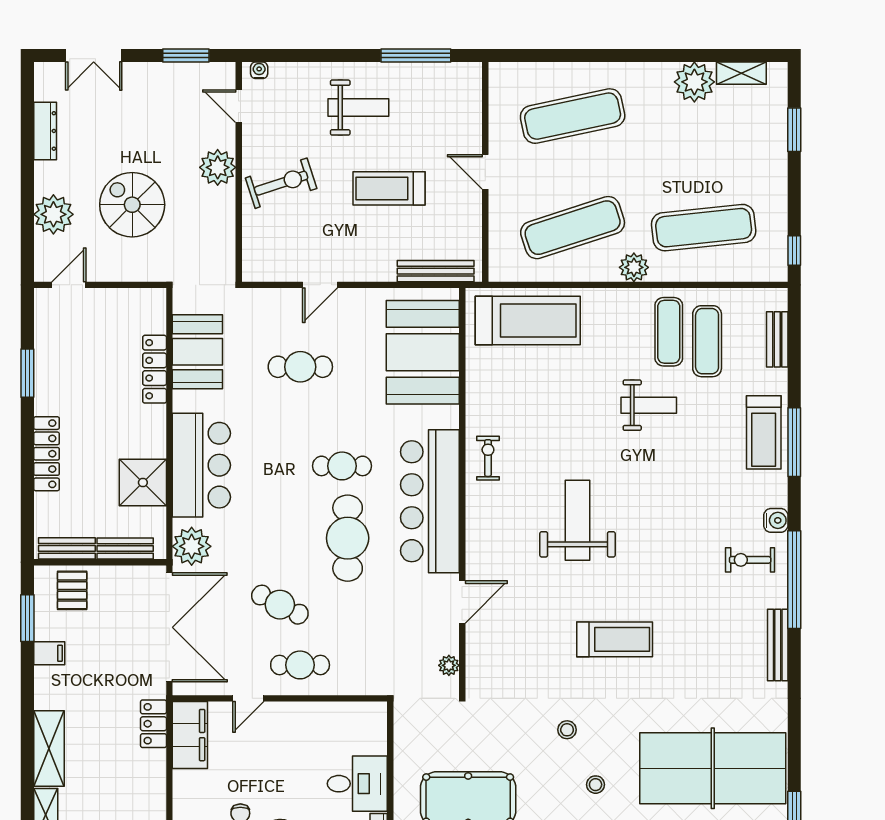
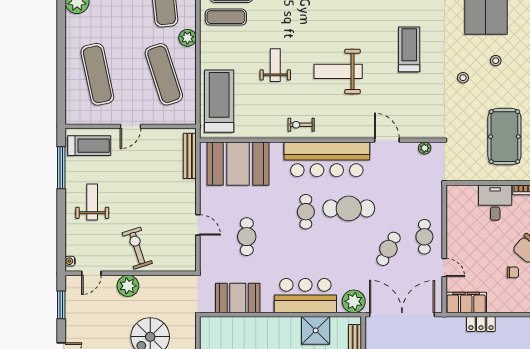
treadmill: (389, 188) -> (89, 146), moved, turned -90
locker: (155, 369) -> (248, 323), removed
weight bench: (649, 405) -> (275, 65), moved
locker: (154, 724) -> (481, 324), moved

